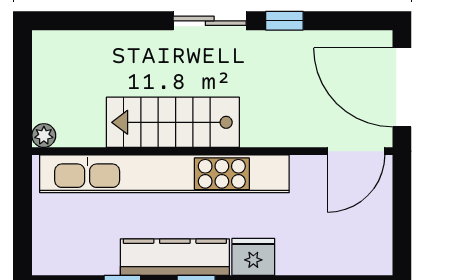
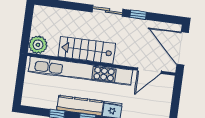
plant: (44, 136) -> (38, 45), width x1.88, depth x1.88
door: (356, 151) -> (149, 71), moved

